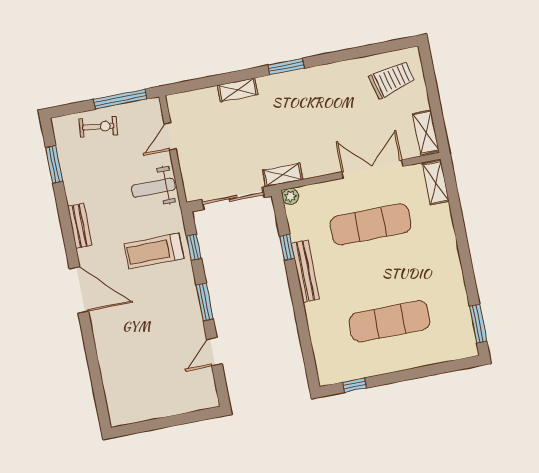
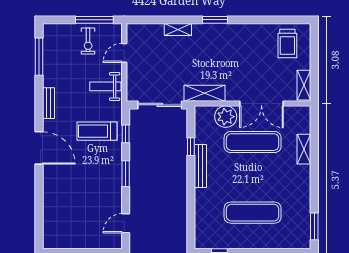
trolley: (392, 79) -> (287, 43), turned 104
exercise bike: (98, 127) -> (88, 41), moved, turned 83
window: (54, 164) -> (39, 57), width x1.44
double door: (372, 169) -> (261, 104), swing flipped
shelving: (283, 175) -> (205, 93), width x1.50, depth x1.33
shelving: (436, 183) -> (304, 149), moved
plant: (290, 196) -> (226, 117), moved, width x1.88, depth x1.88
door: (214, 352) -> (126, 223), moved

